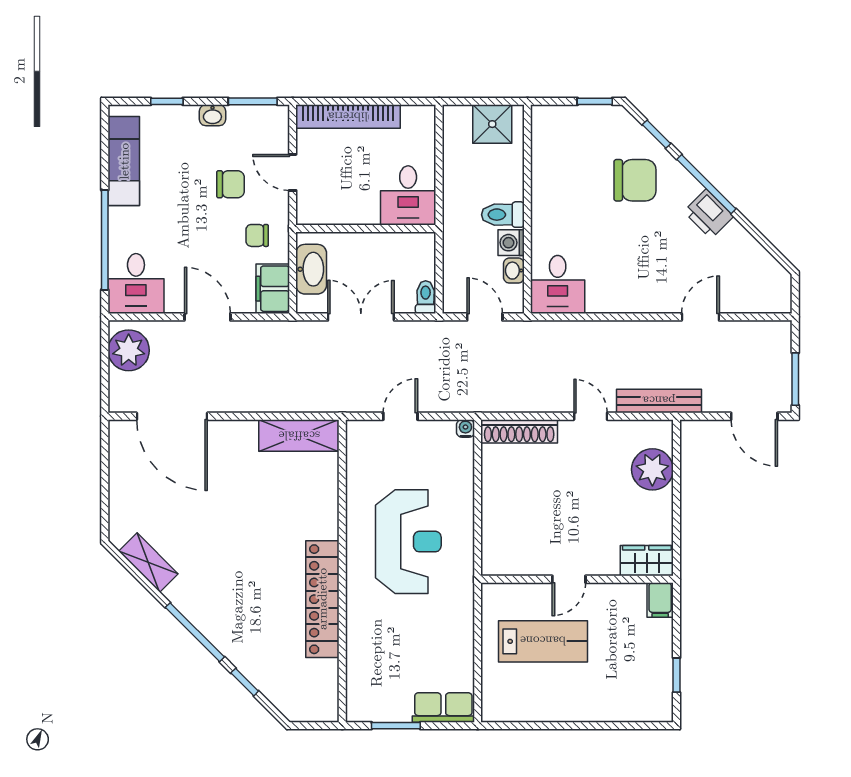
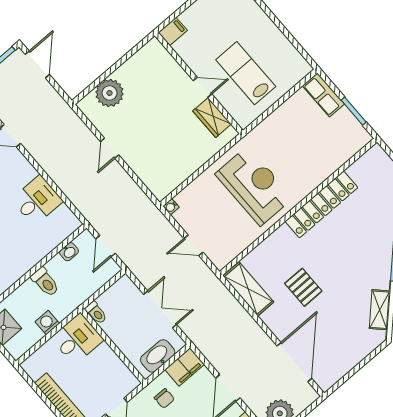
washing machine: (511, 243) -> (47, 323), moved, turned 180
desk: (558, 284) -> (37, 200), moved
toilet: (426, 297) -> (96, 313), moved, turned -90
double door: (361, 317) -> (160, 309), swing flipped
bench: (659, 401) -> (72, 120), removed
shoe rack: (519, 431) -> (149, 178), removed
pallet: (247, 499) -> (303, 287), added
reception desk: (408, 542) -> (254, 186), turned 90
wardrobe: (647, 561) -> (212, 117), moved

